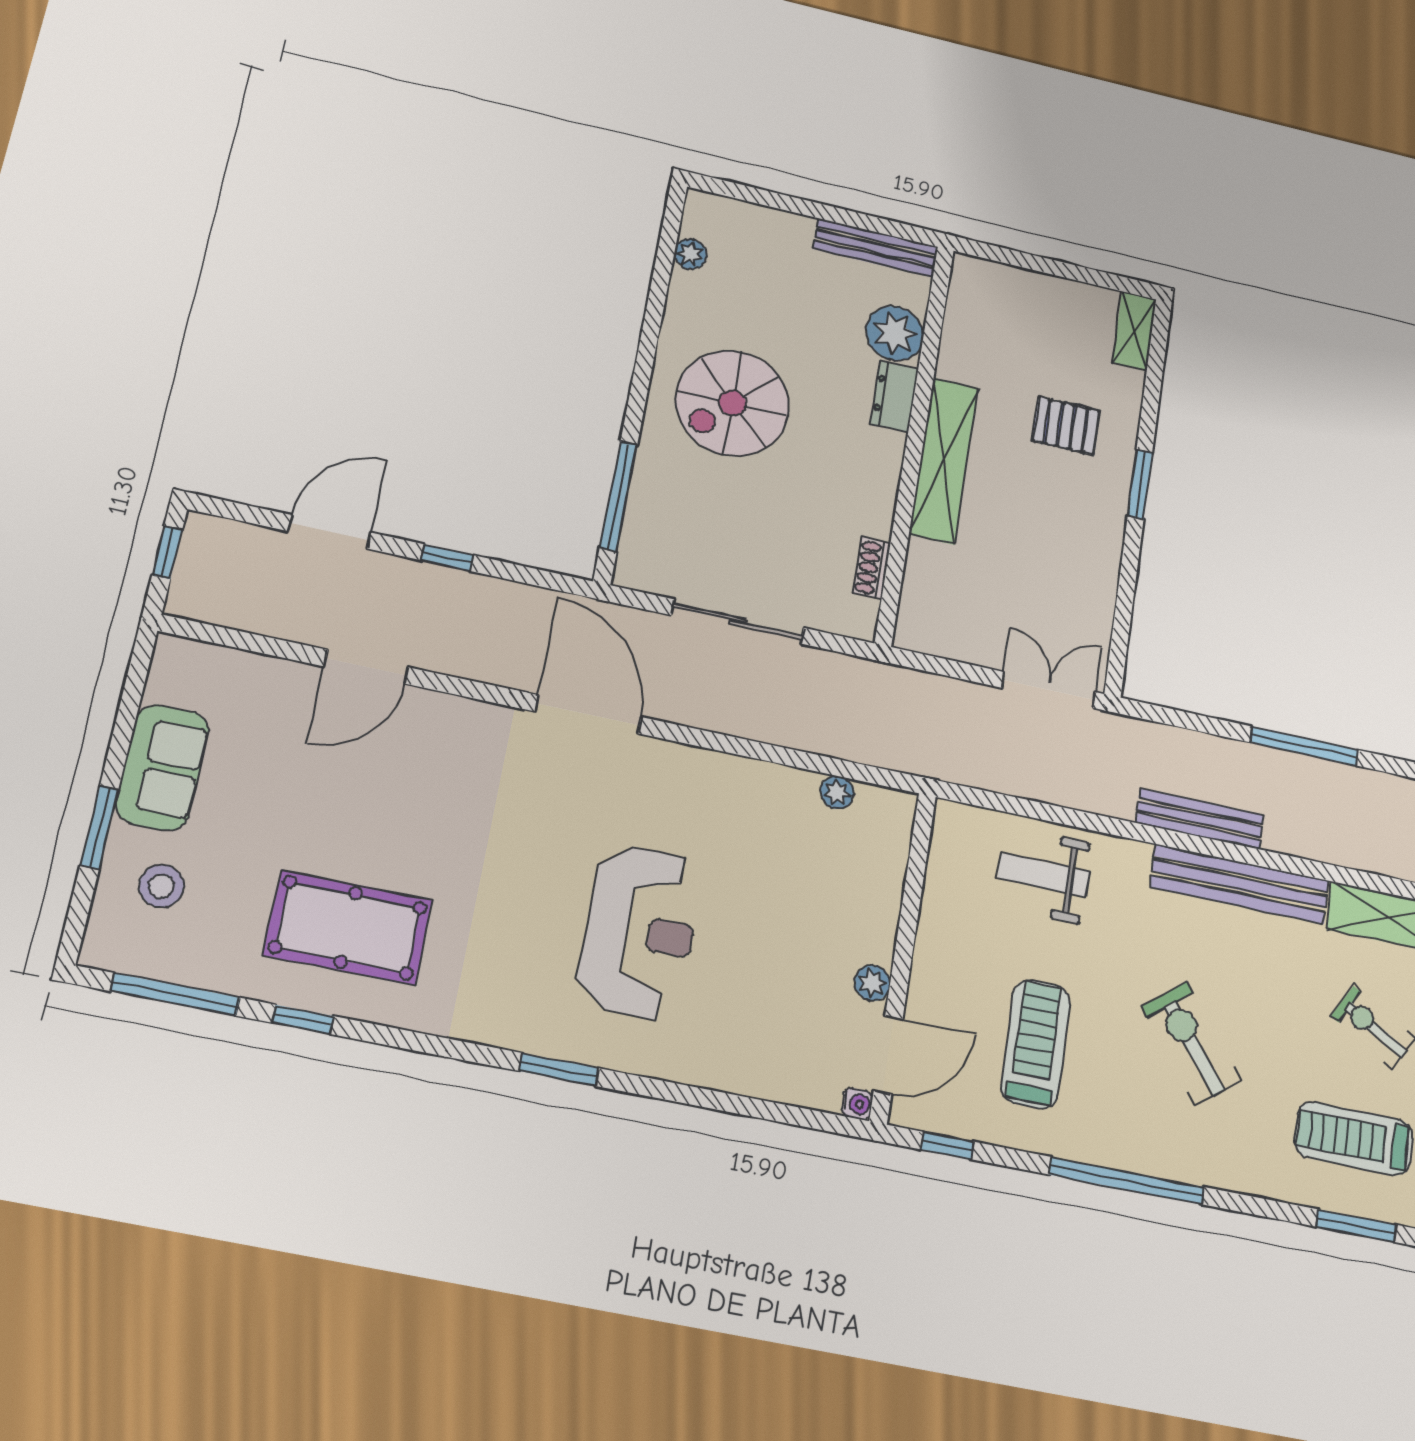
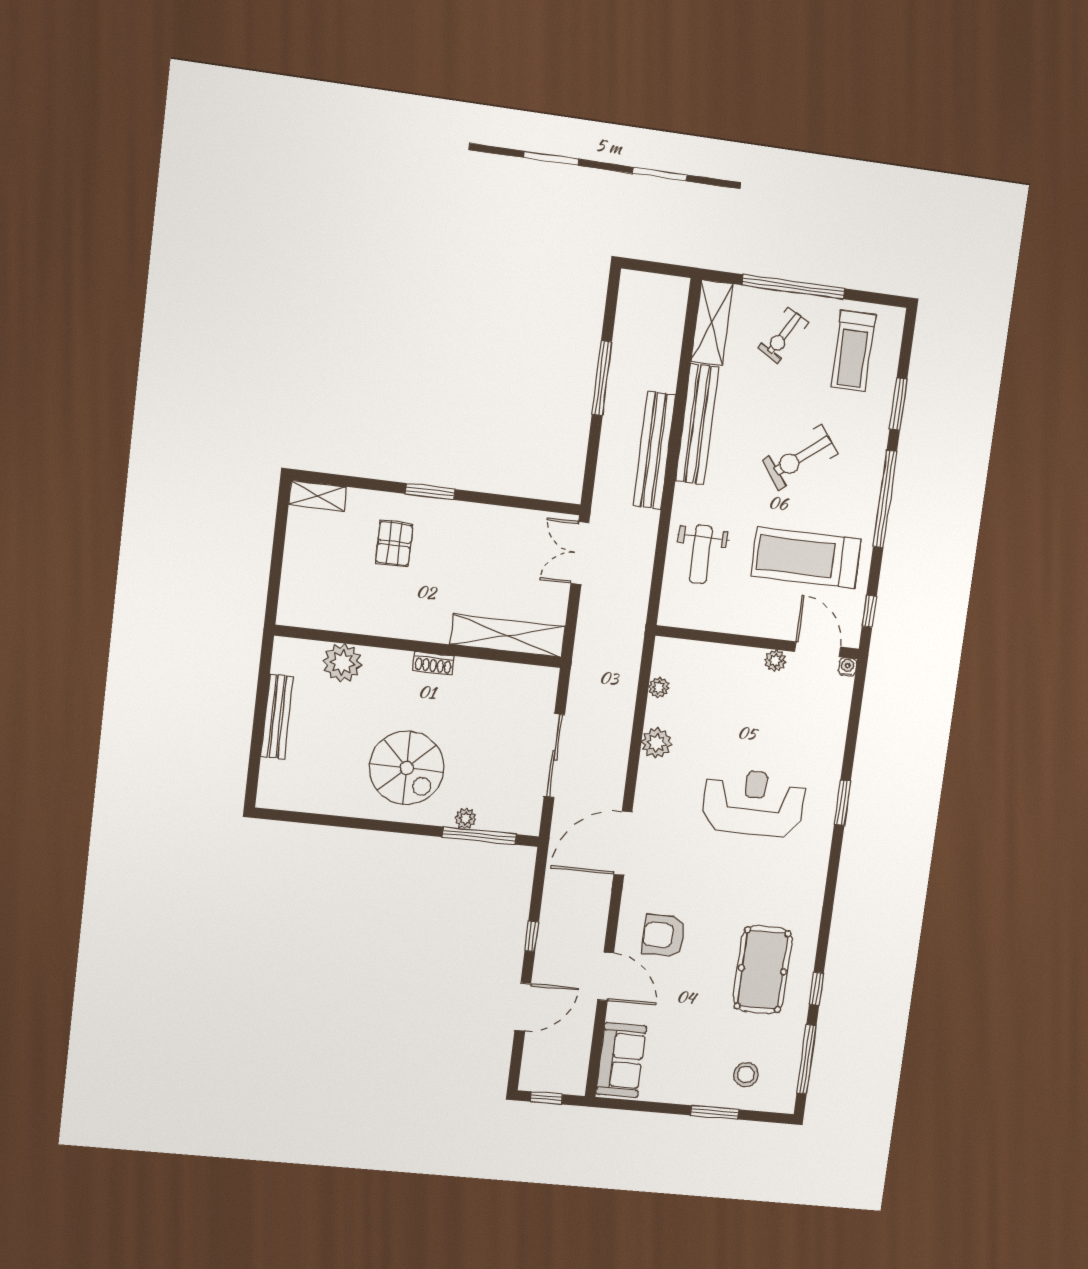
bench: (876, 248) -> (277, 716), moved
plant: (690, 254) -> (466, 818), moved
dresser: (894, 396) -> (388, 661), removed
shelving: (944, 461) -> (508, 636), moved
door: (330, 532) -> (523, 1007), swing flipped
shoe rack: (872, 568) -> (433, 663), moved
sofa: (162, 767) -> (621, 1060), moved, turned 90
armchair: (426, 767) -> (664, 936), added
plant: (748, 781) -> (656, 743), added
bench: (1200, 819) -> (654, 450), width x1.37, depth x1.21
treadmill: (1036, 1044) -> (806, 558), width x1.37, depth x1.38
window: (559, 1070) -> (842, 803), moved
window: (1356, 1226) -> (898, 404), moved

